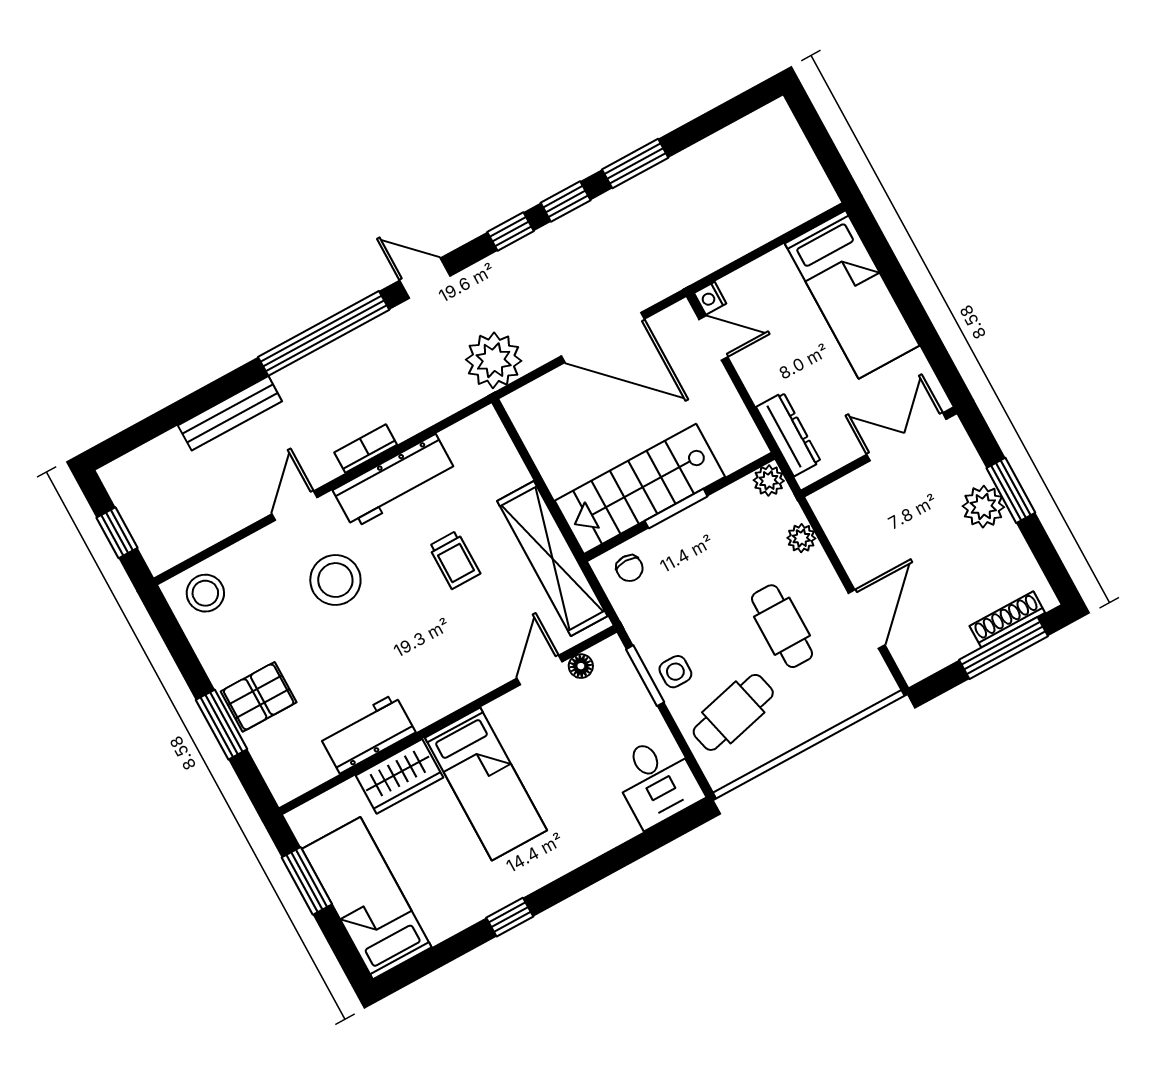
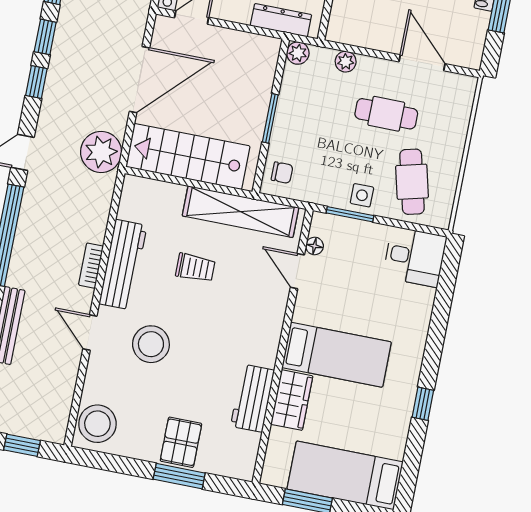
stairs: (640, 489) -> (188, 156), moved, turned 90
stool: (205, 593) -> (97, 424), width x1.38, depth x1.38

